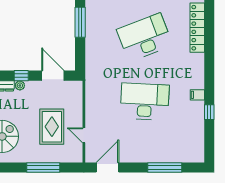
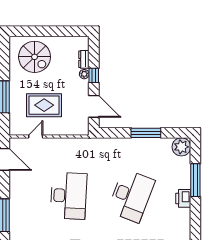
desk: (145, 37) -> (131, 196), turned 42
door: (53, 76) -> (94, 106), hinge flipped

